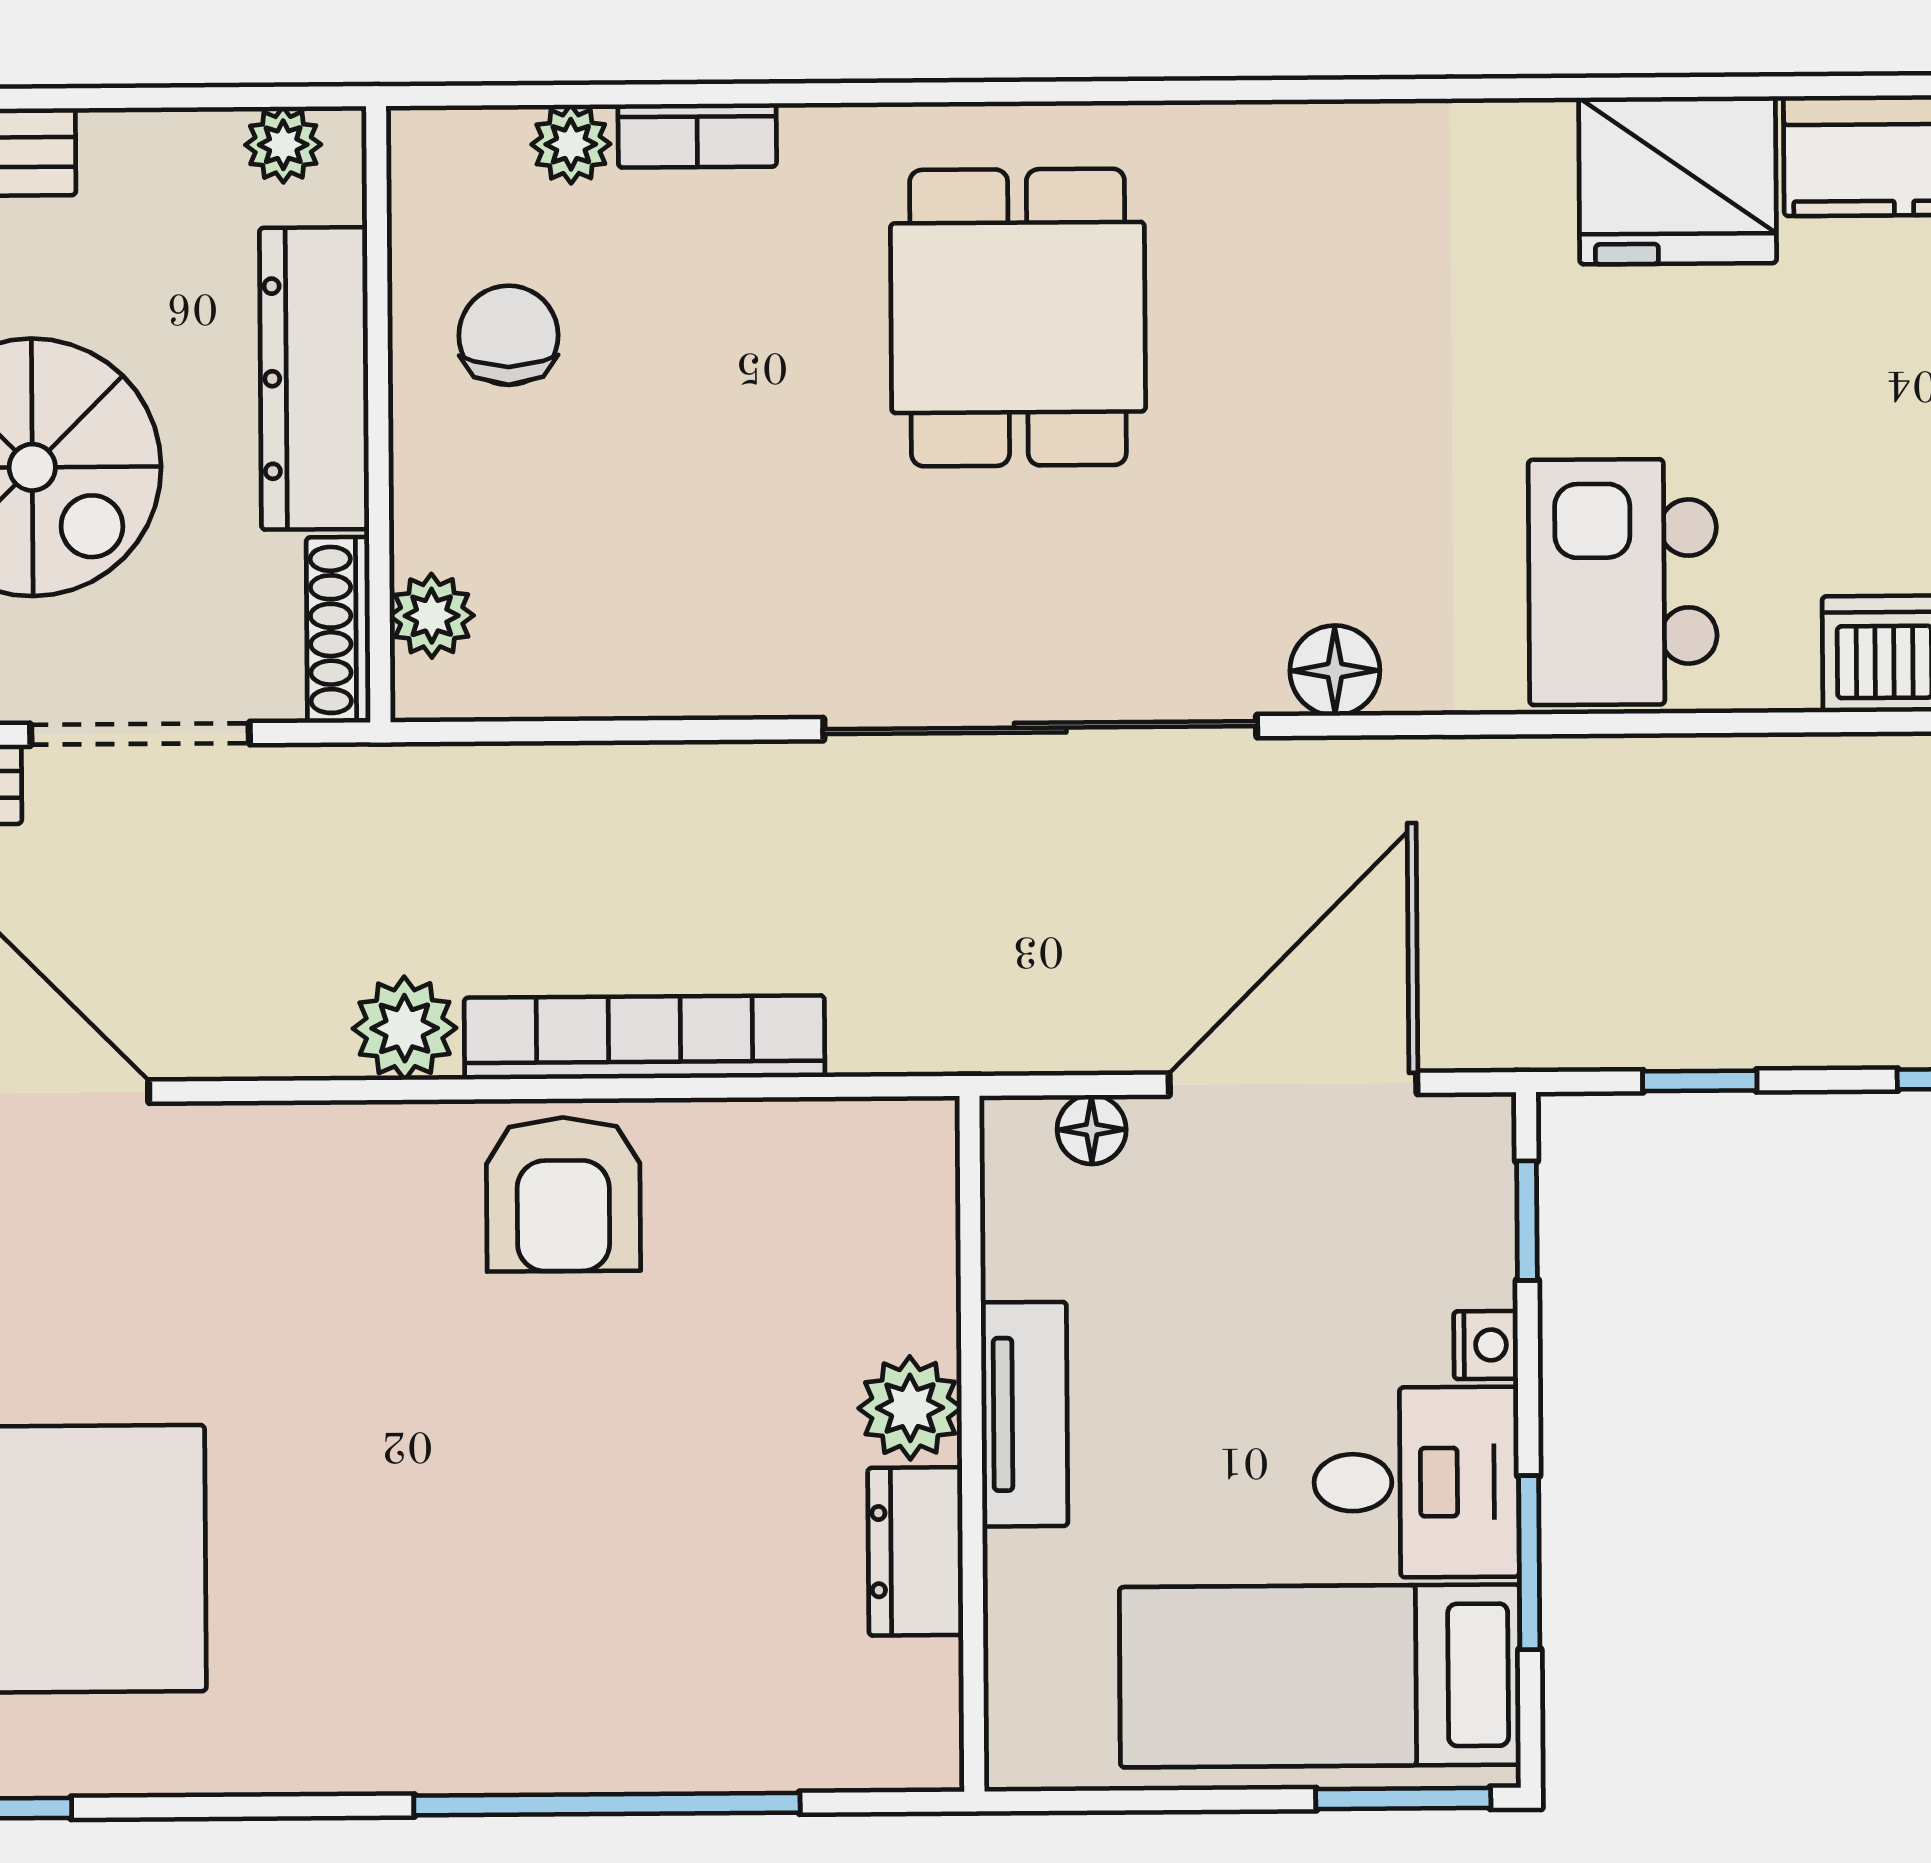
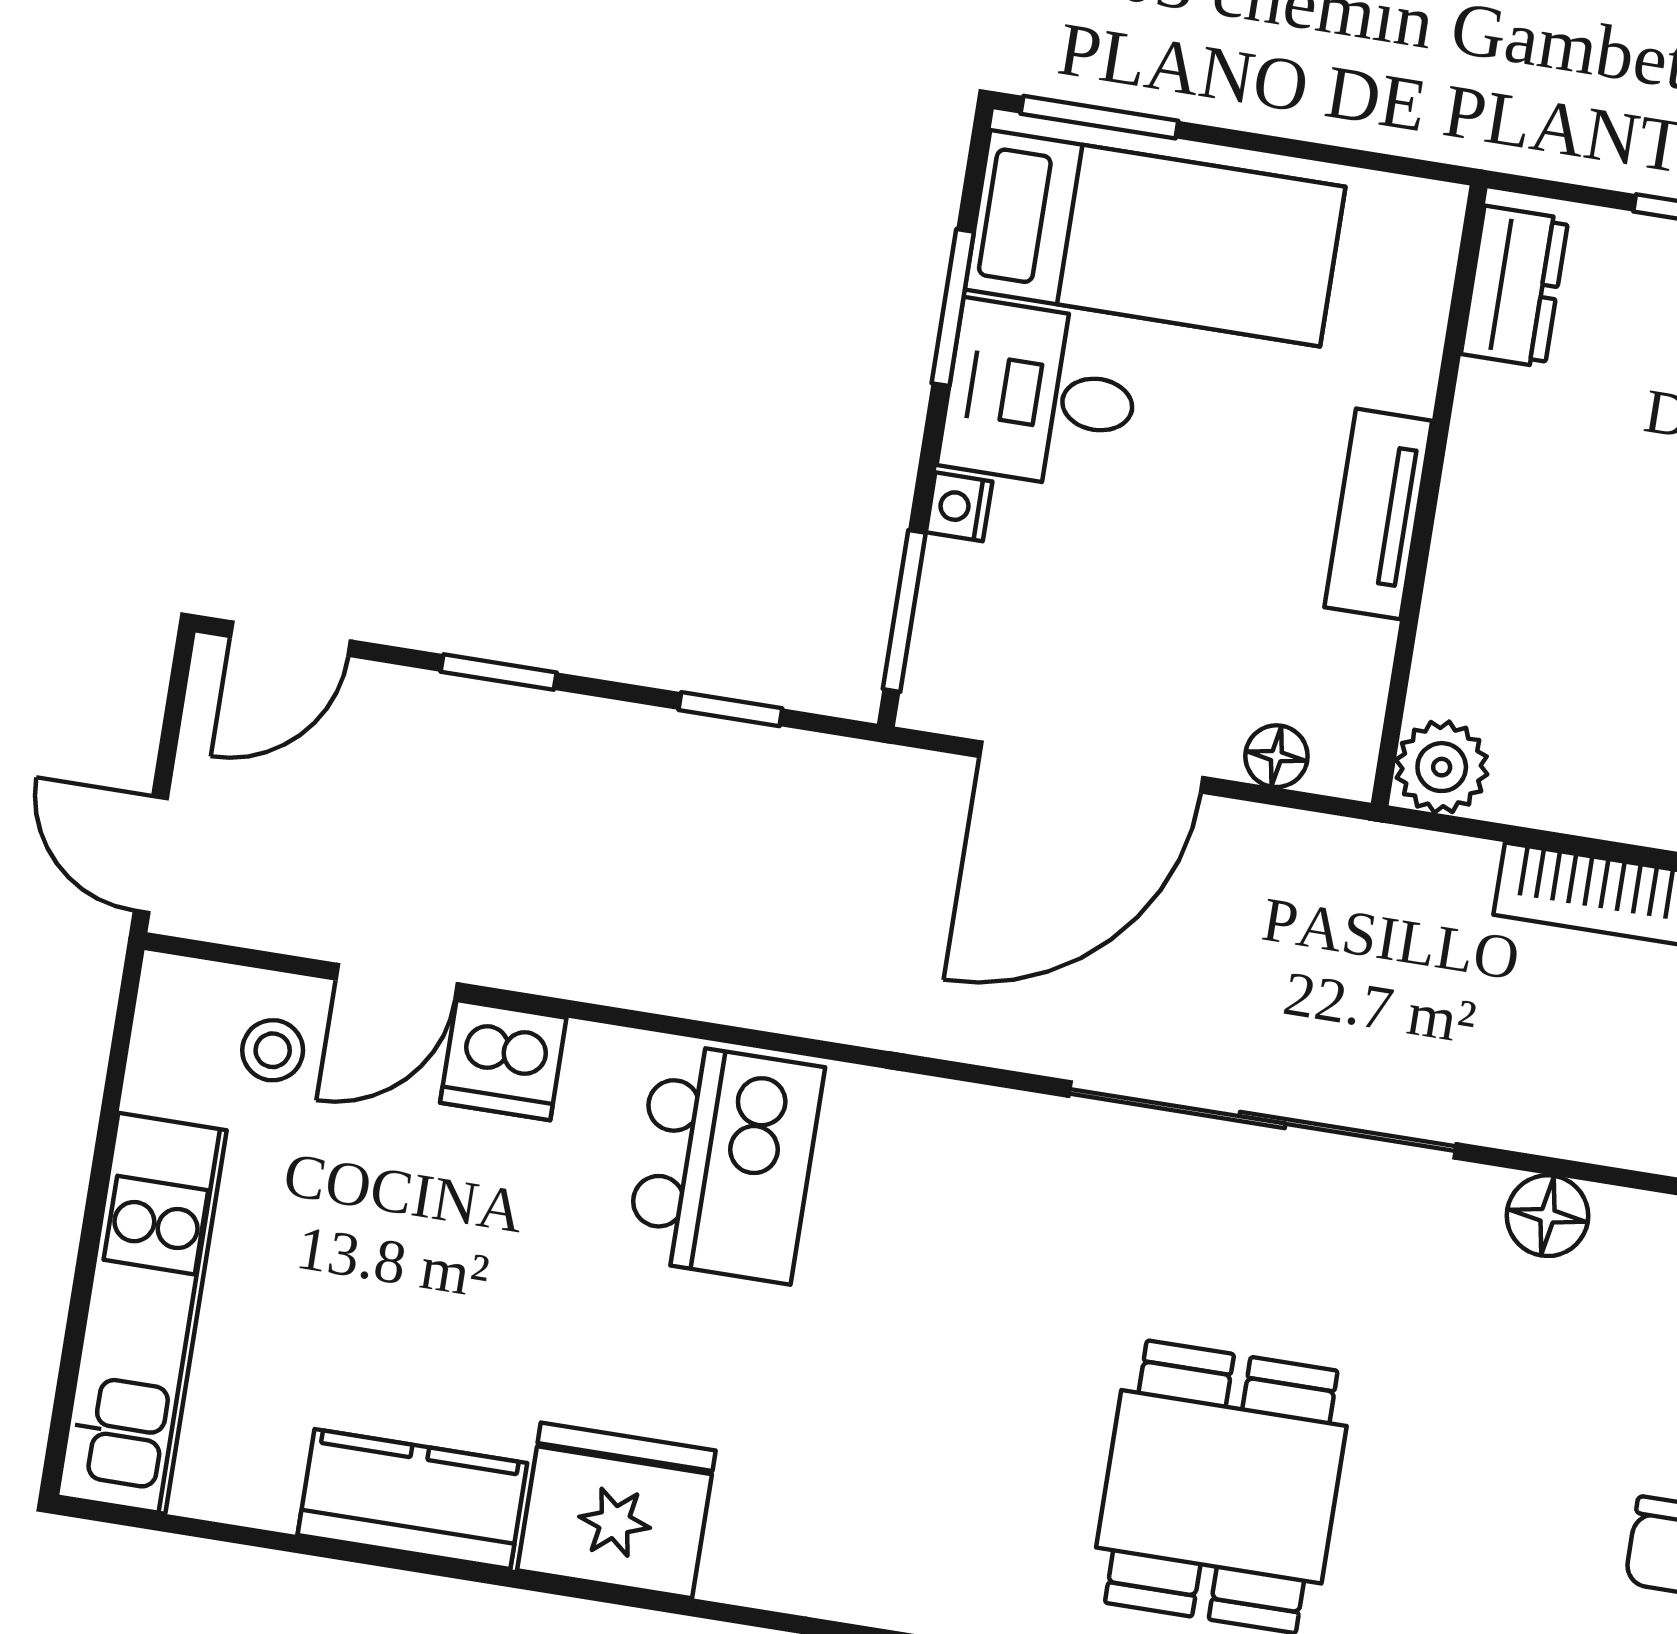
floor lamp: (1335, 671) -> (1547, 1216), moved
window: (1527, 1221) -> (904, 611), width x1.50
plant: (910, 1408) -> (1442, 767), moved
dresser: (915, 1551) -> (1515, 286), moved

